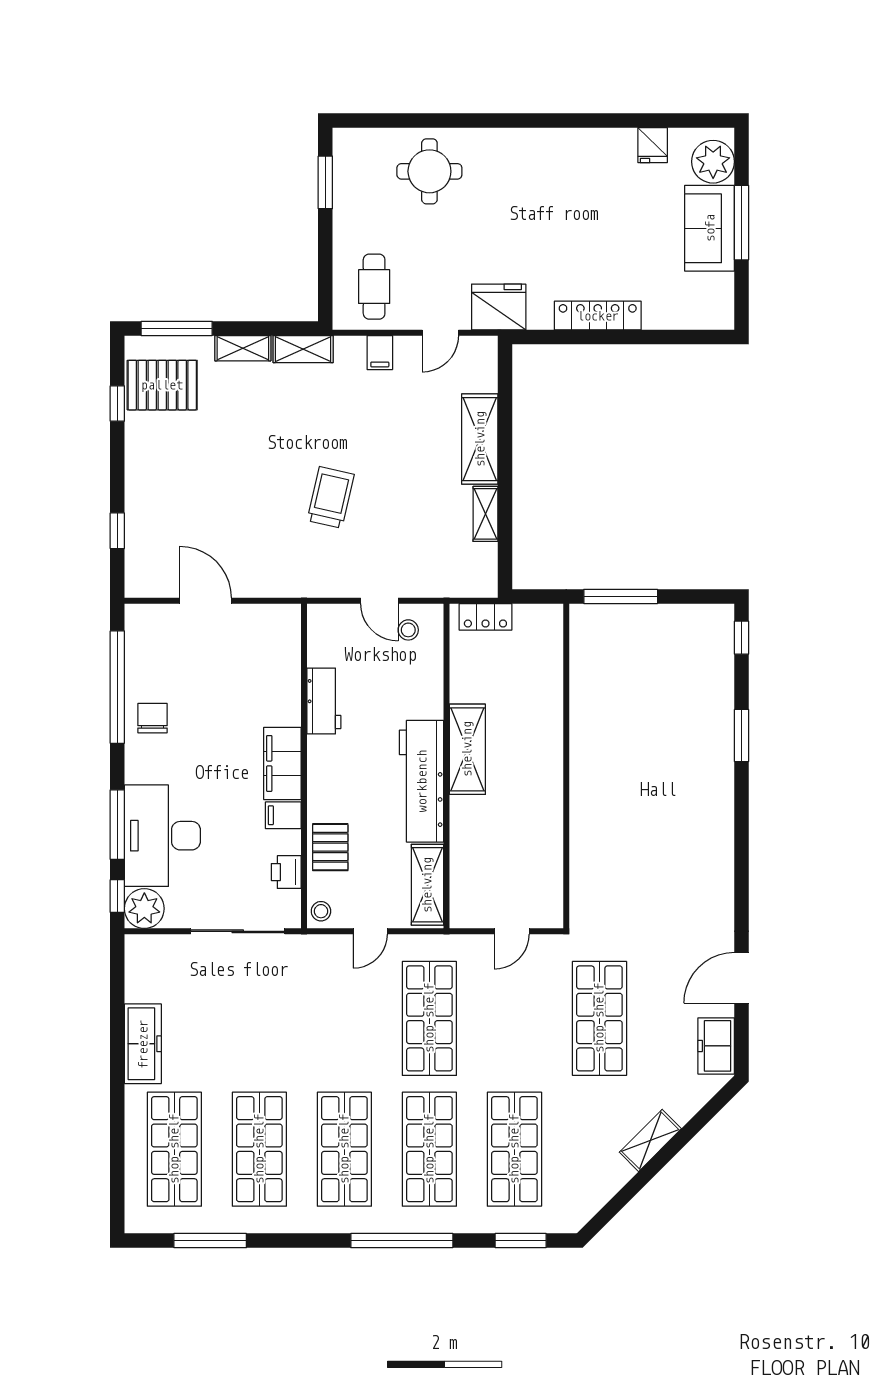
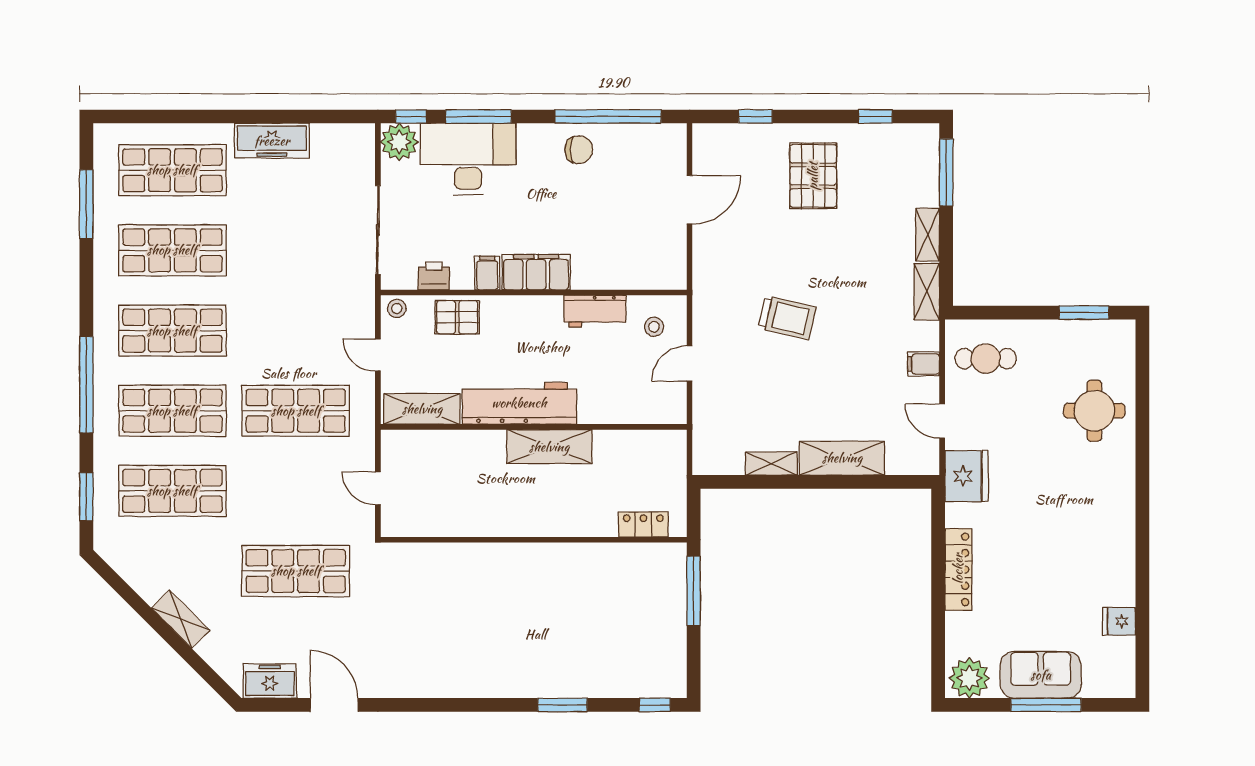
plant: (713, 162) -> (969, 678), moved
pallet: (162, 385) -> (813, 176), moved
locker: (485, 617) -> (643, 524), moved, turned 90
stool: (408, 630) -> (654, 327), moved

